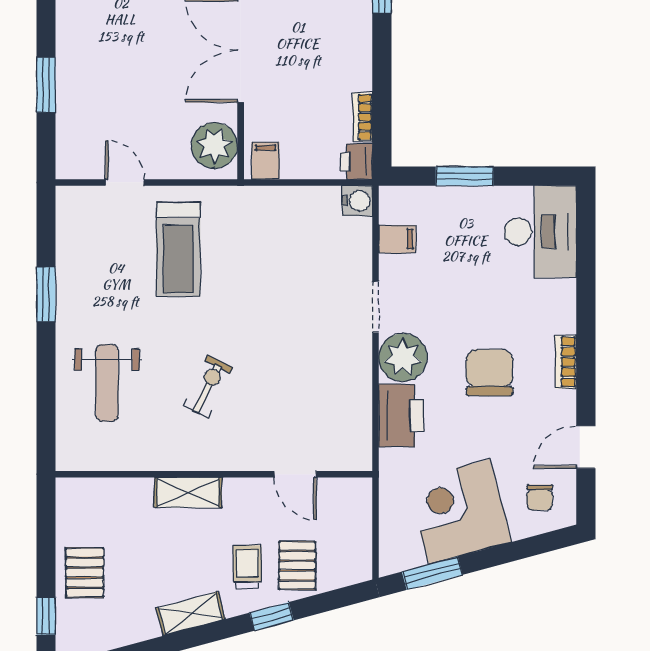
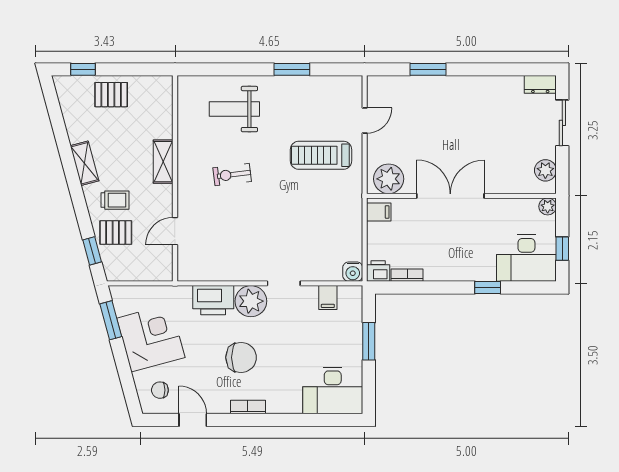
exercise bike: (208, 386) -> (232, 175), turned 147
window: (272, 616) -> (92, 251), moved

